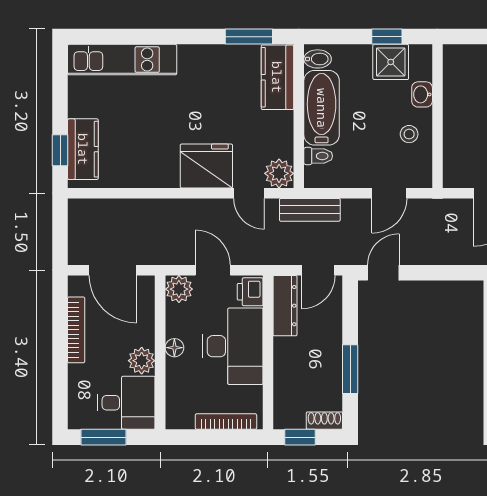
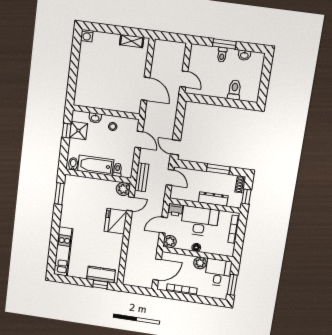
kitchen counter: (277, 77) -> (79, 183), removed
dresser: (285, 306) -> (213, 199), moved

